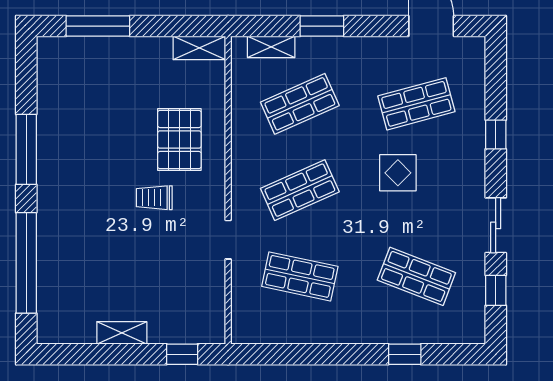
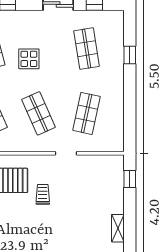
trolley: (154, 198) -> (43, 194), turned 180
shop shelf: (416, 276) -> (87, 49), turned -30
shelving: (122, 333) -> (118, 228), moved

